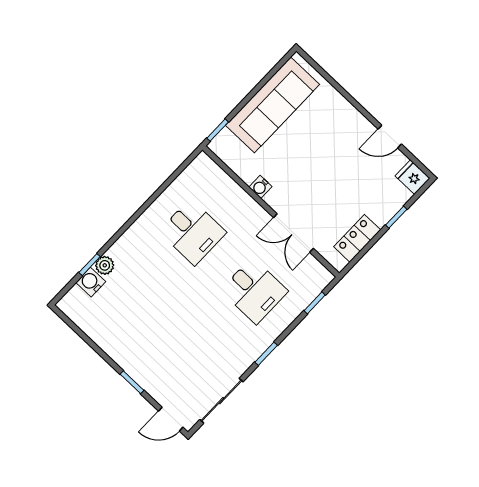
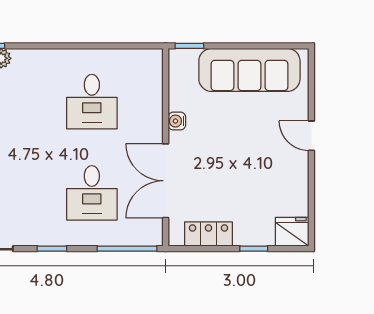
door: (390, 137) -> (311, 136), moved
fridge: (413, 177) -> (292, 232), width x1.38
double door: (293, 233) -> (166, 181), width x1.37
window: (315, 303) -> (127, 249), width x2.17

